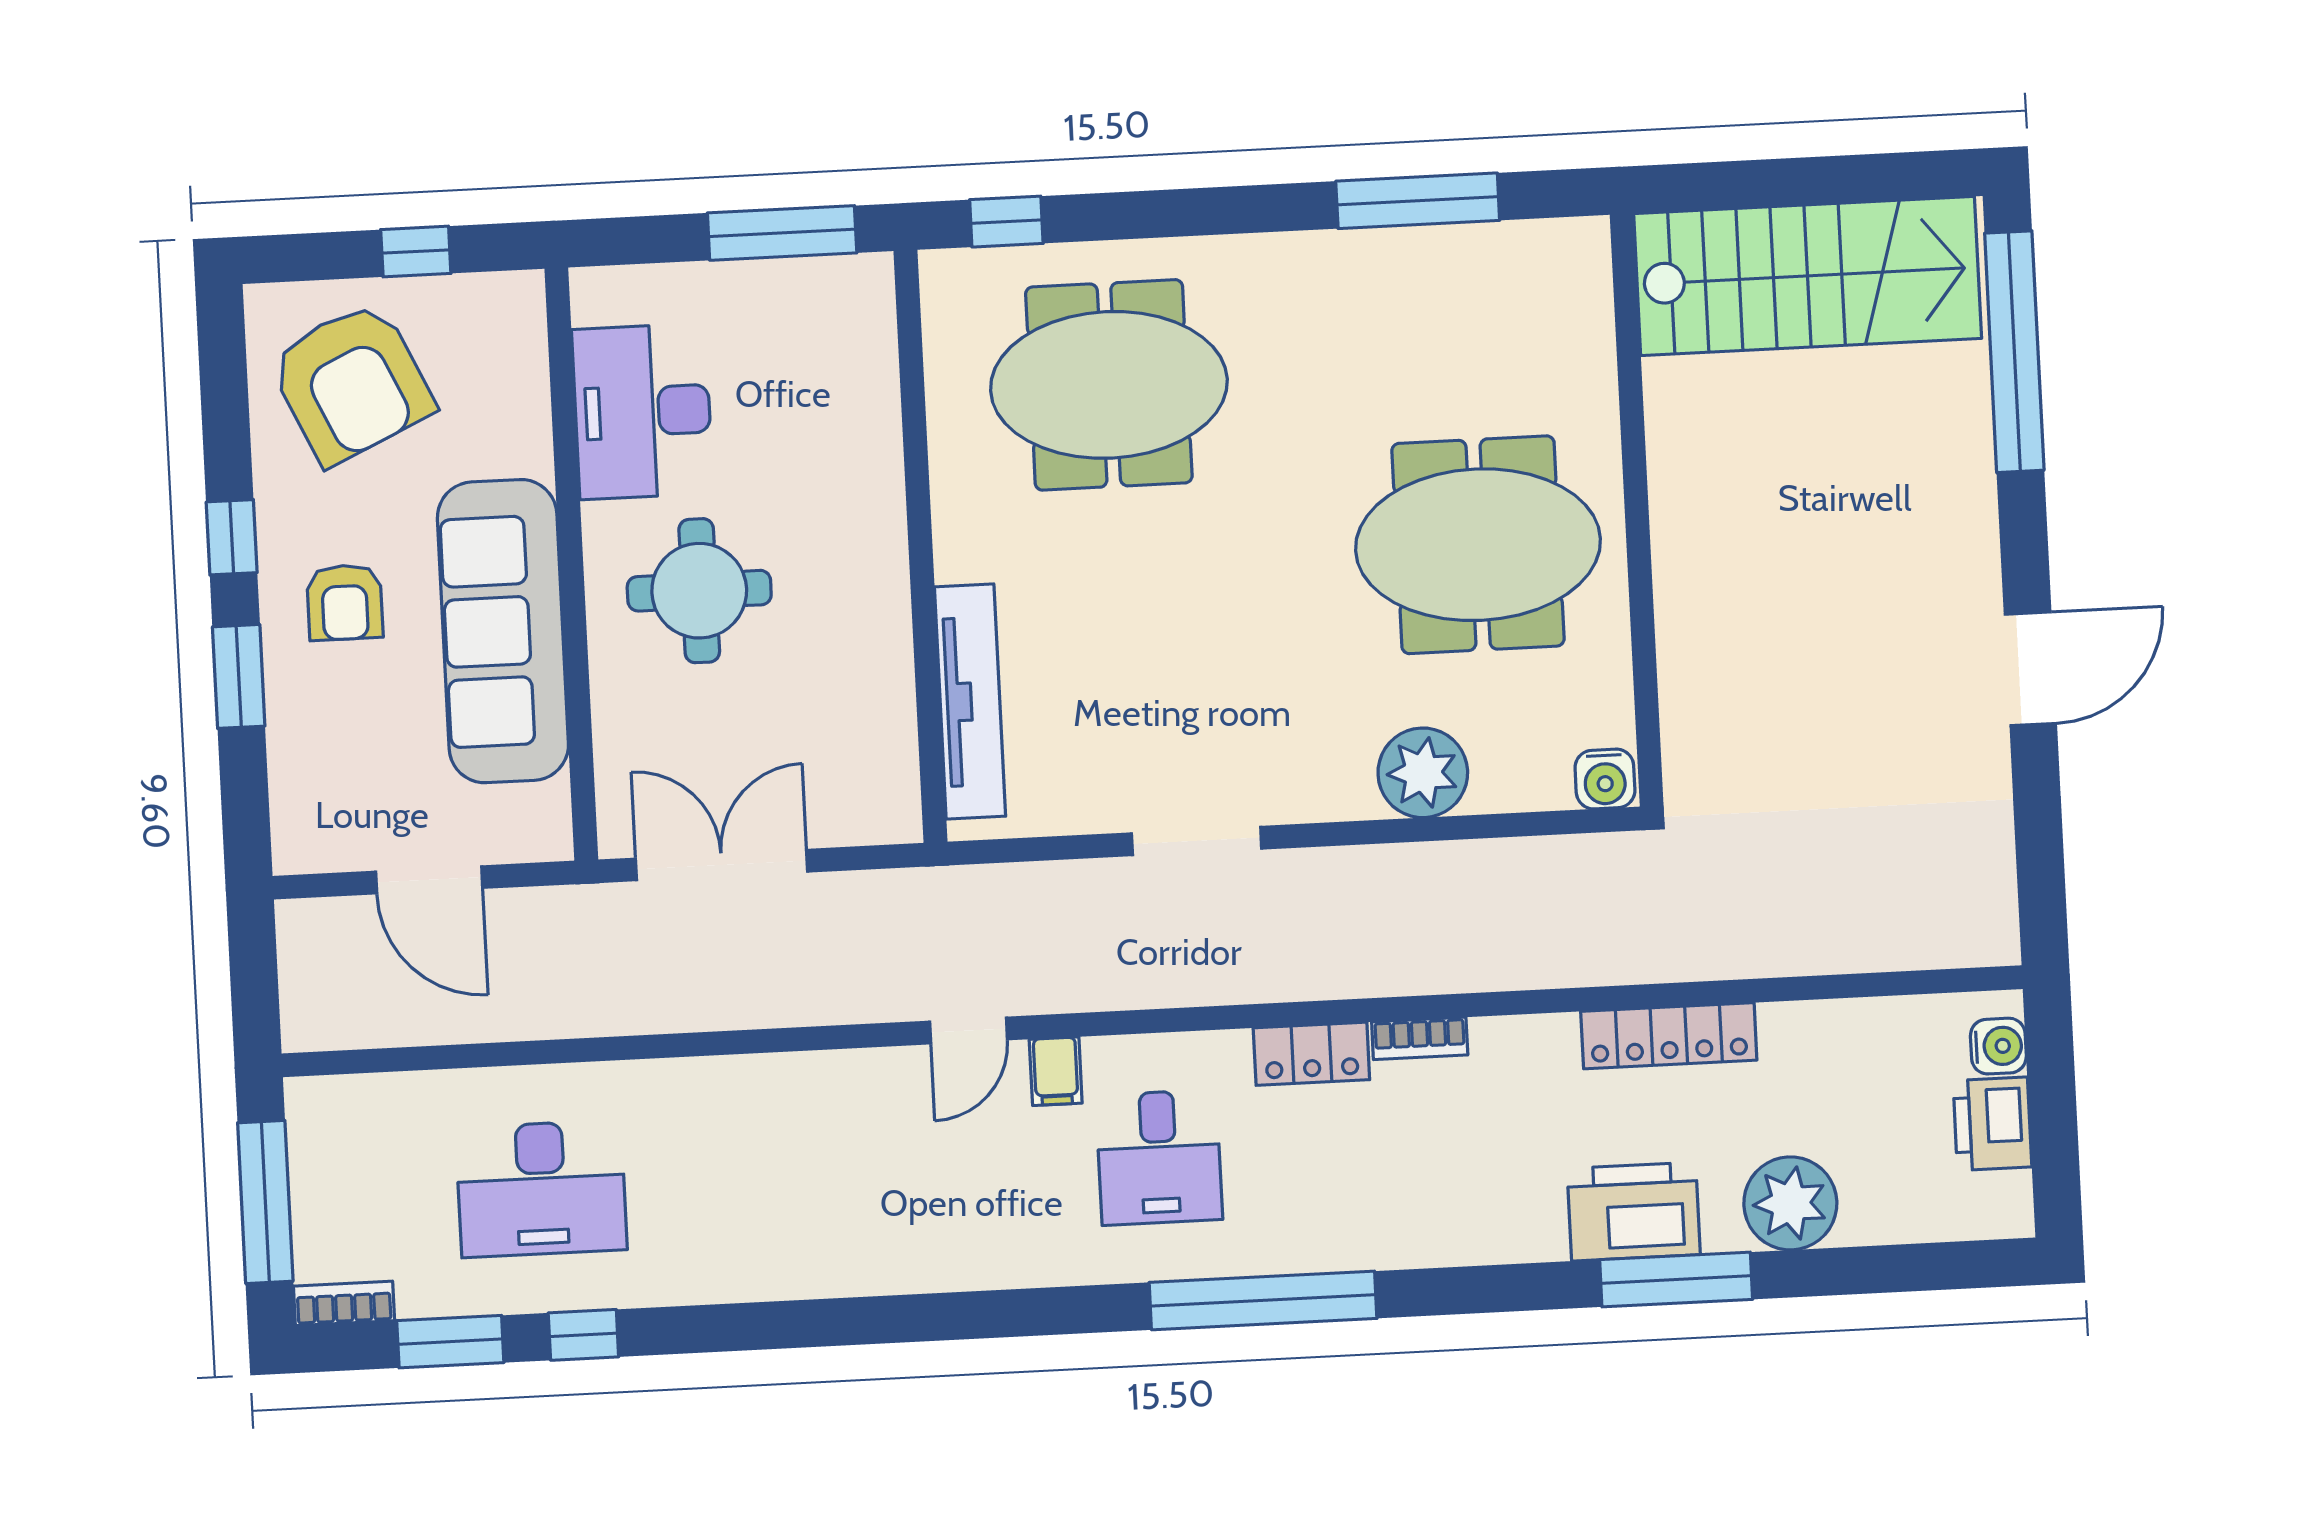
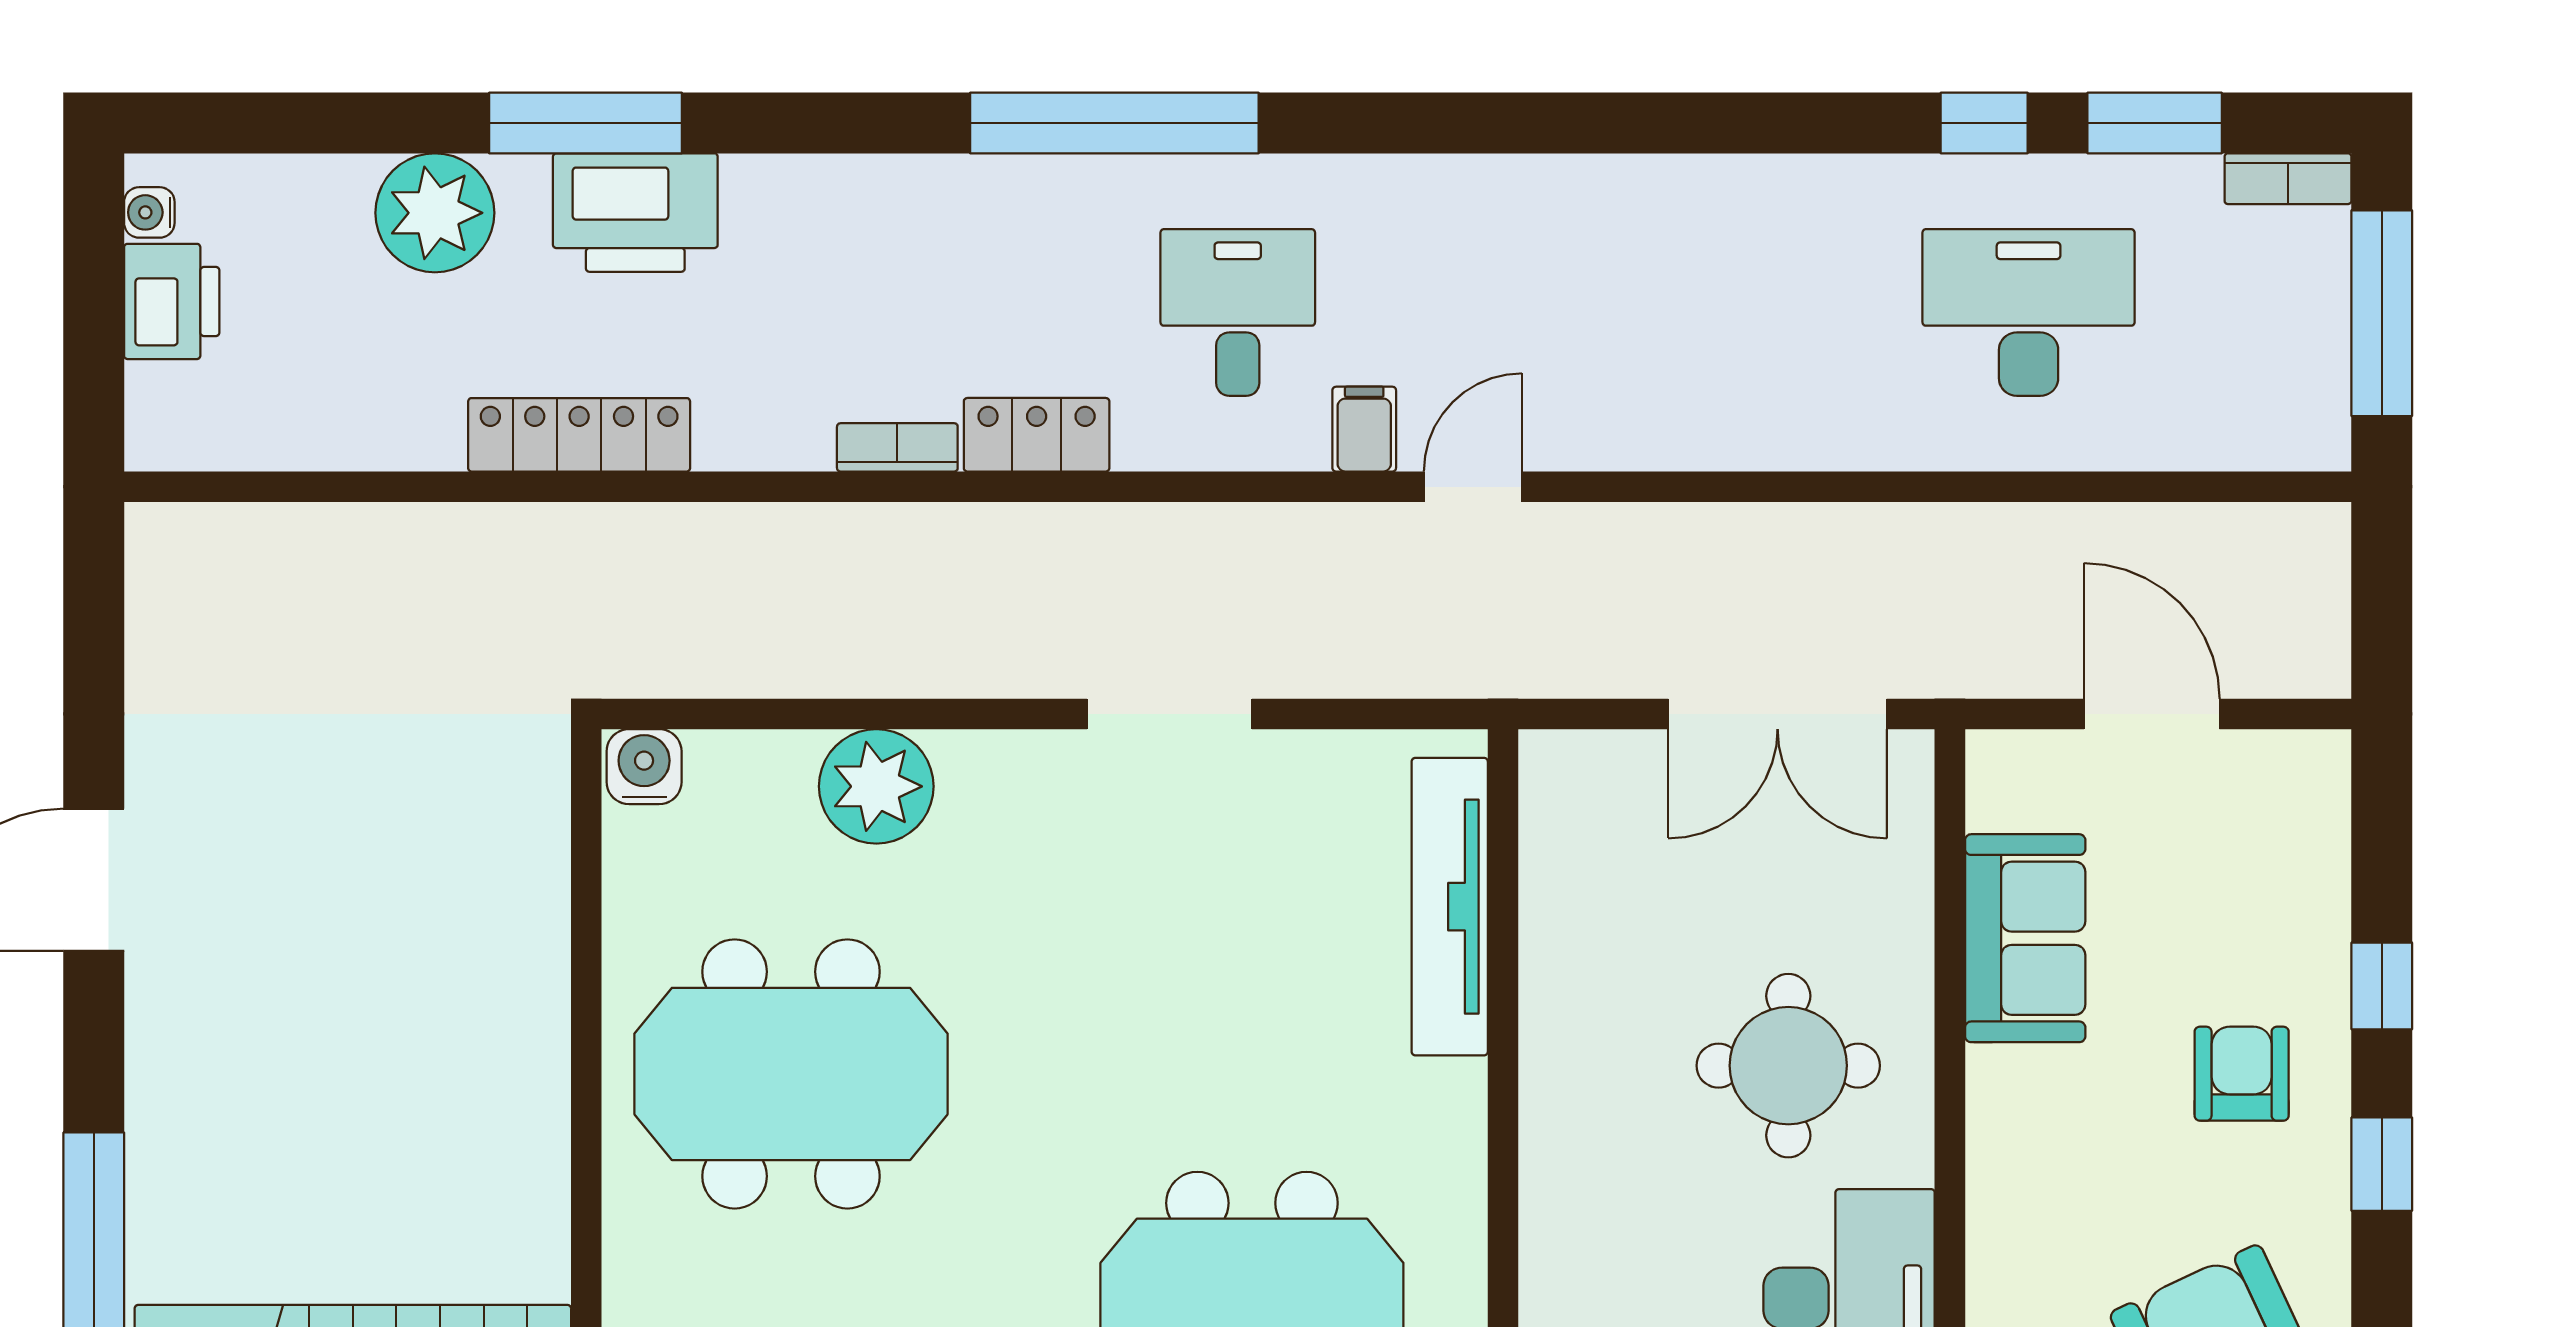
sofa: (503, 631) -> (2025, 938), width x0.54, depth x0.79
window: (239, 676) -> (2382, 986), width x0.67
water cooler: (1998, 1046) -> (149, 212), moved, width x0.72, depth x0.72

